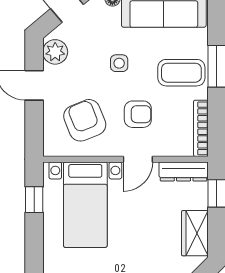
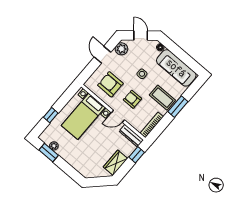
armchair: (138, 114) -> (132, 99), turned 180
armchair: (85, 120) -> (110, 84), turned -68
window: (34, 200) -> (51, 115), moved

